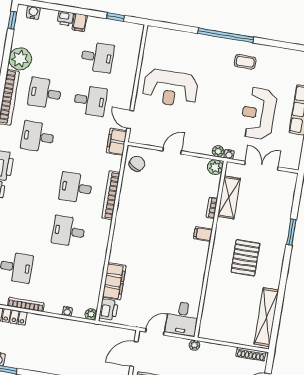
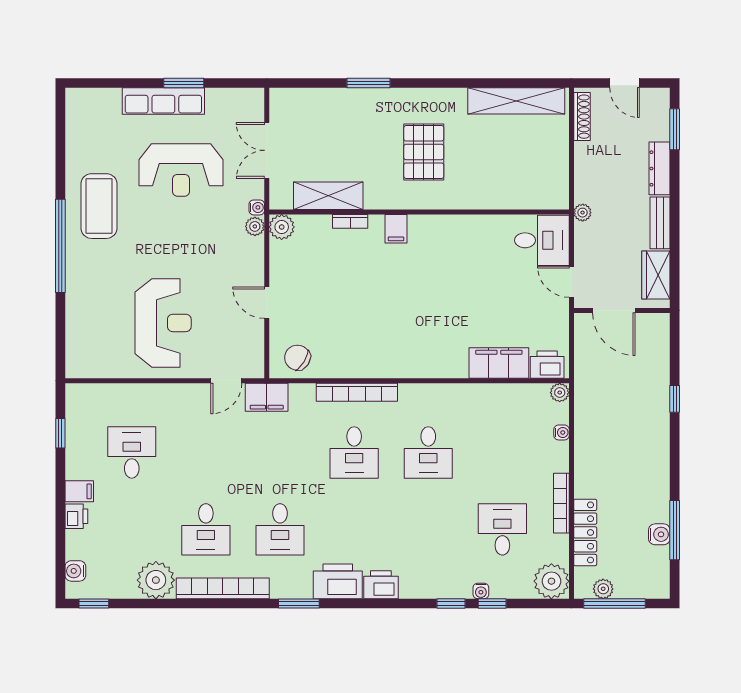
coffee table: (245, 62) -> (99, 206), width x1.86, depth x1.72
desk: (90, 101) -> (206, 452), removed
pallet: (245, 258) -> (424, 152), turned 90

